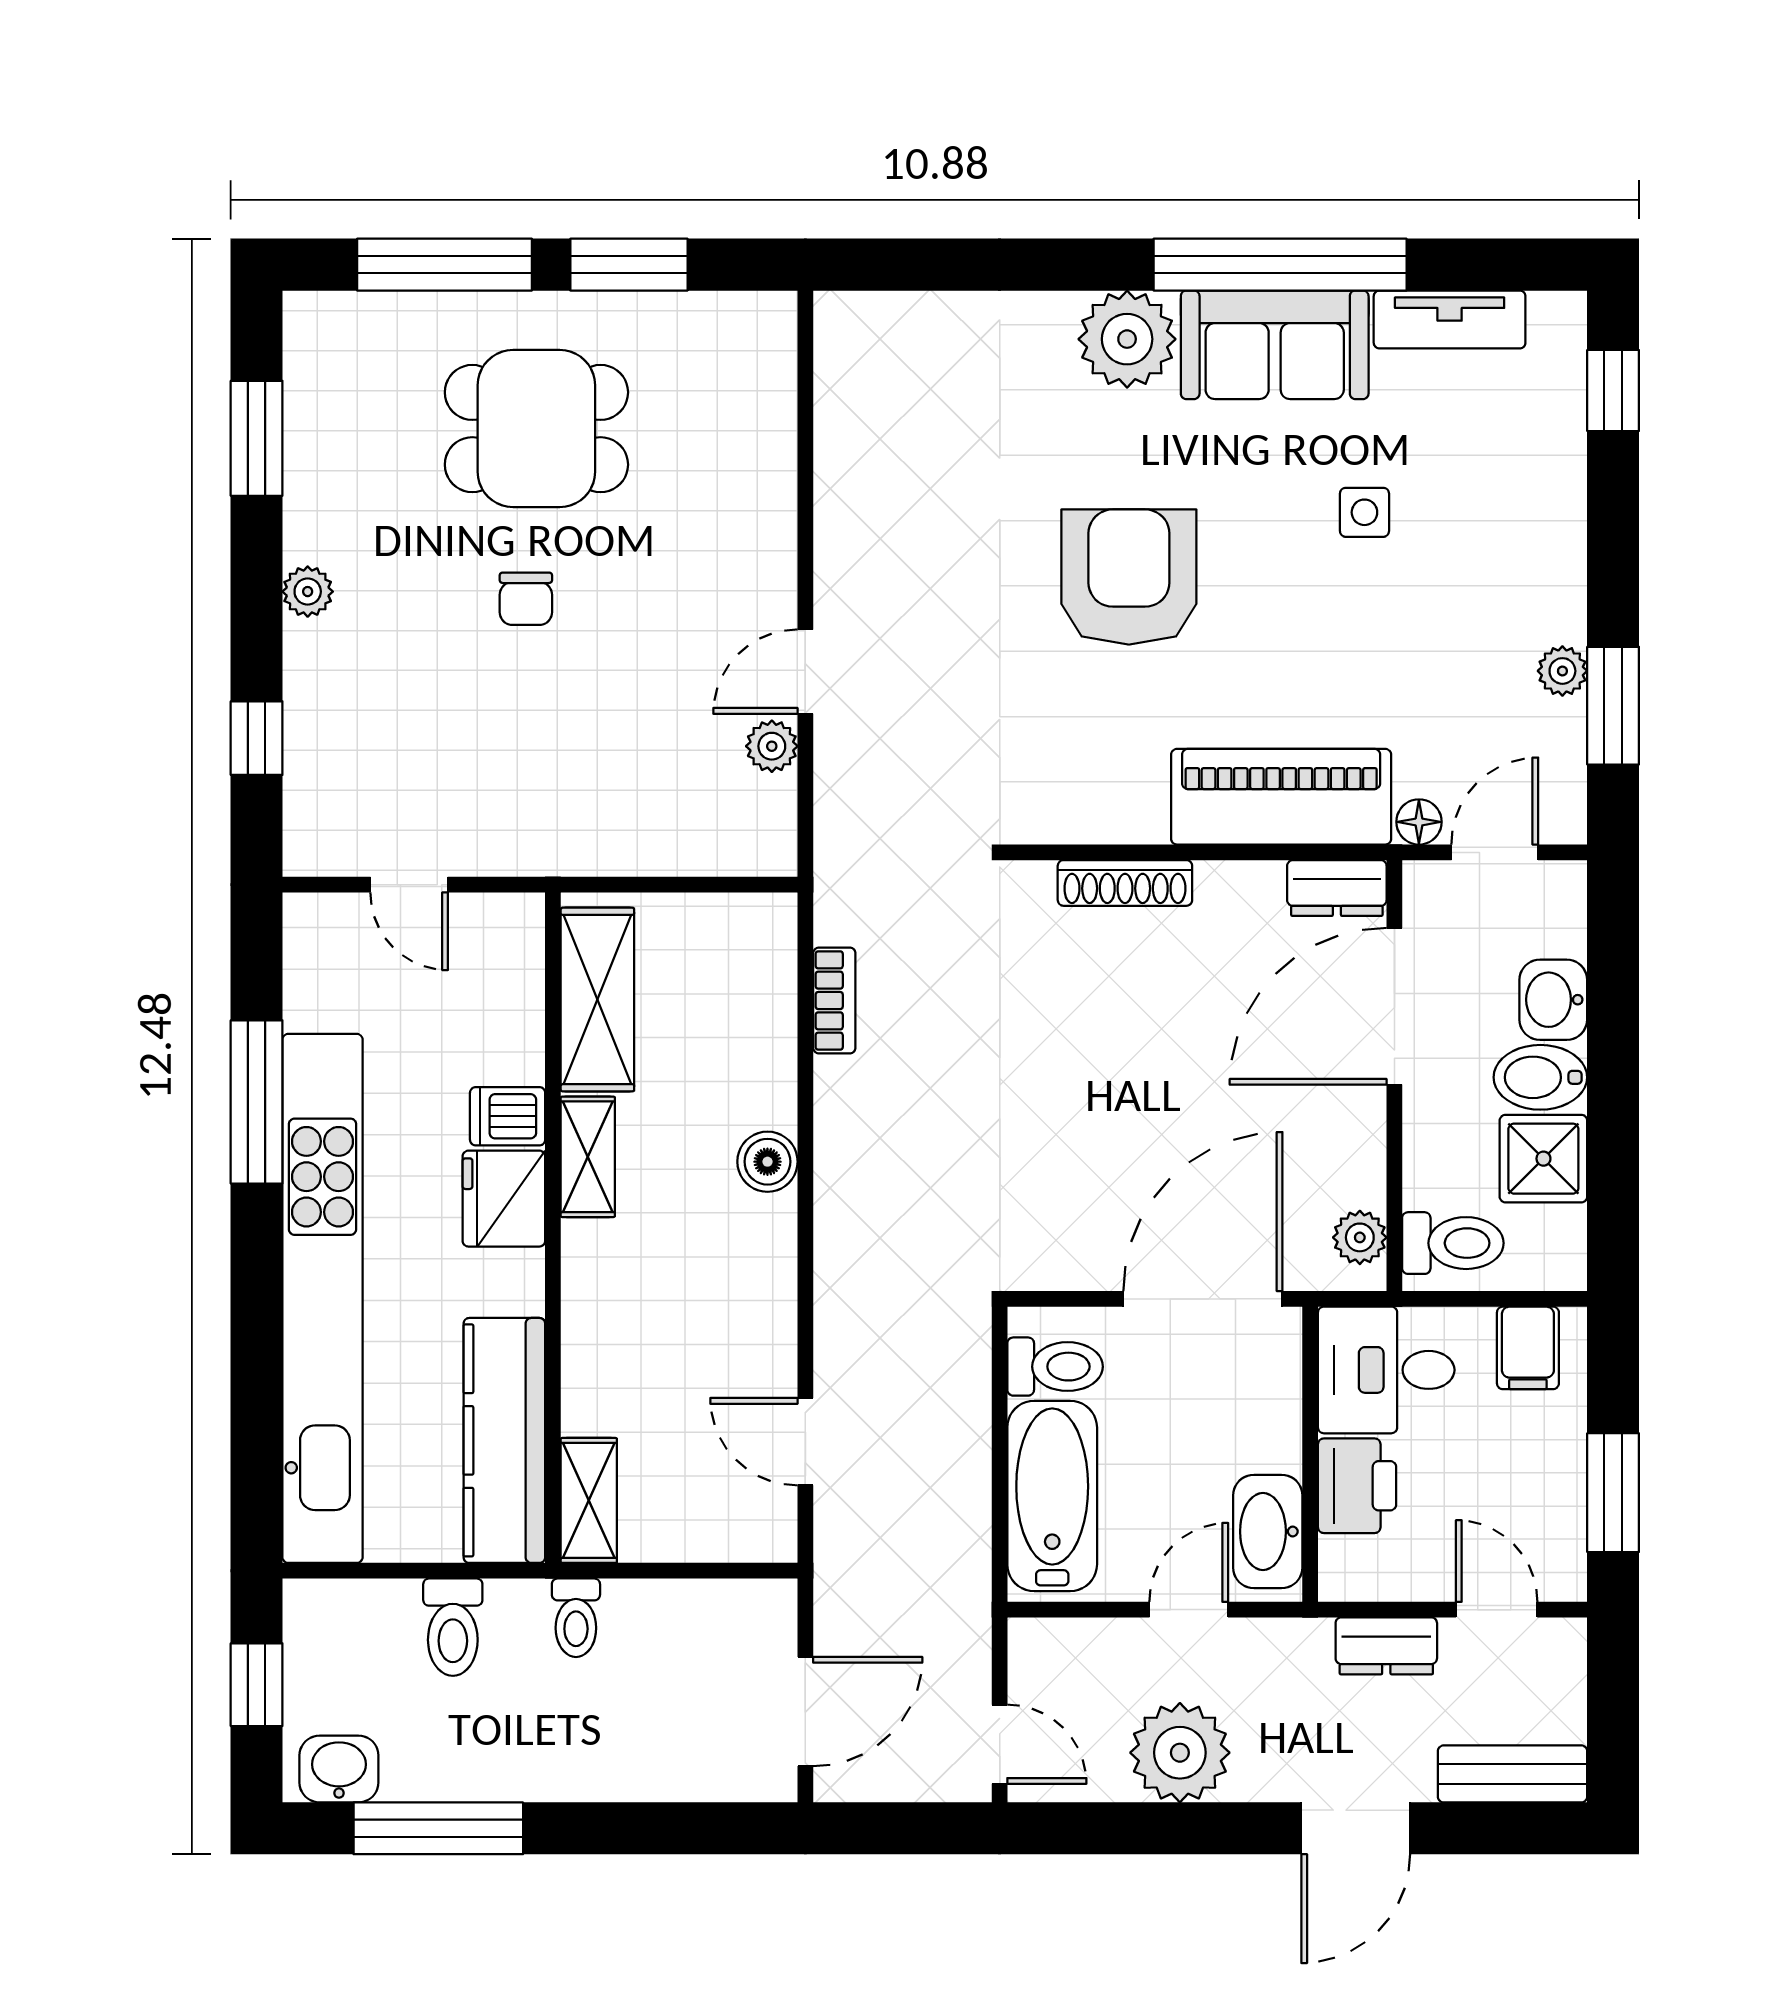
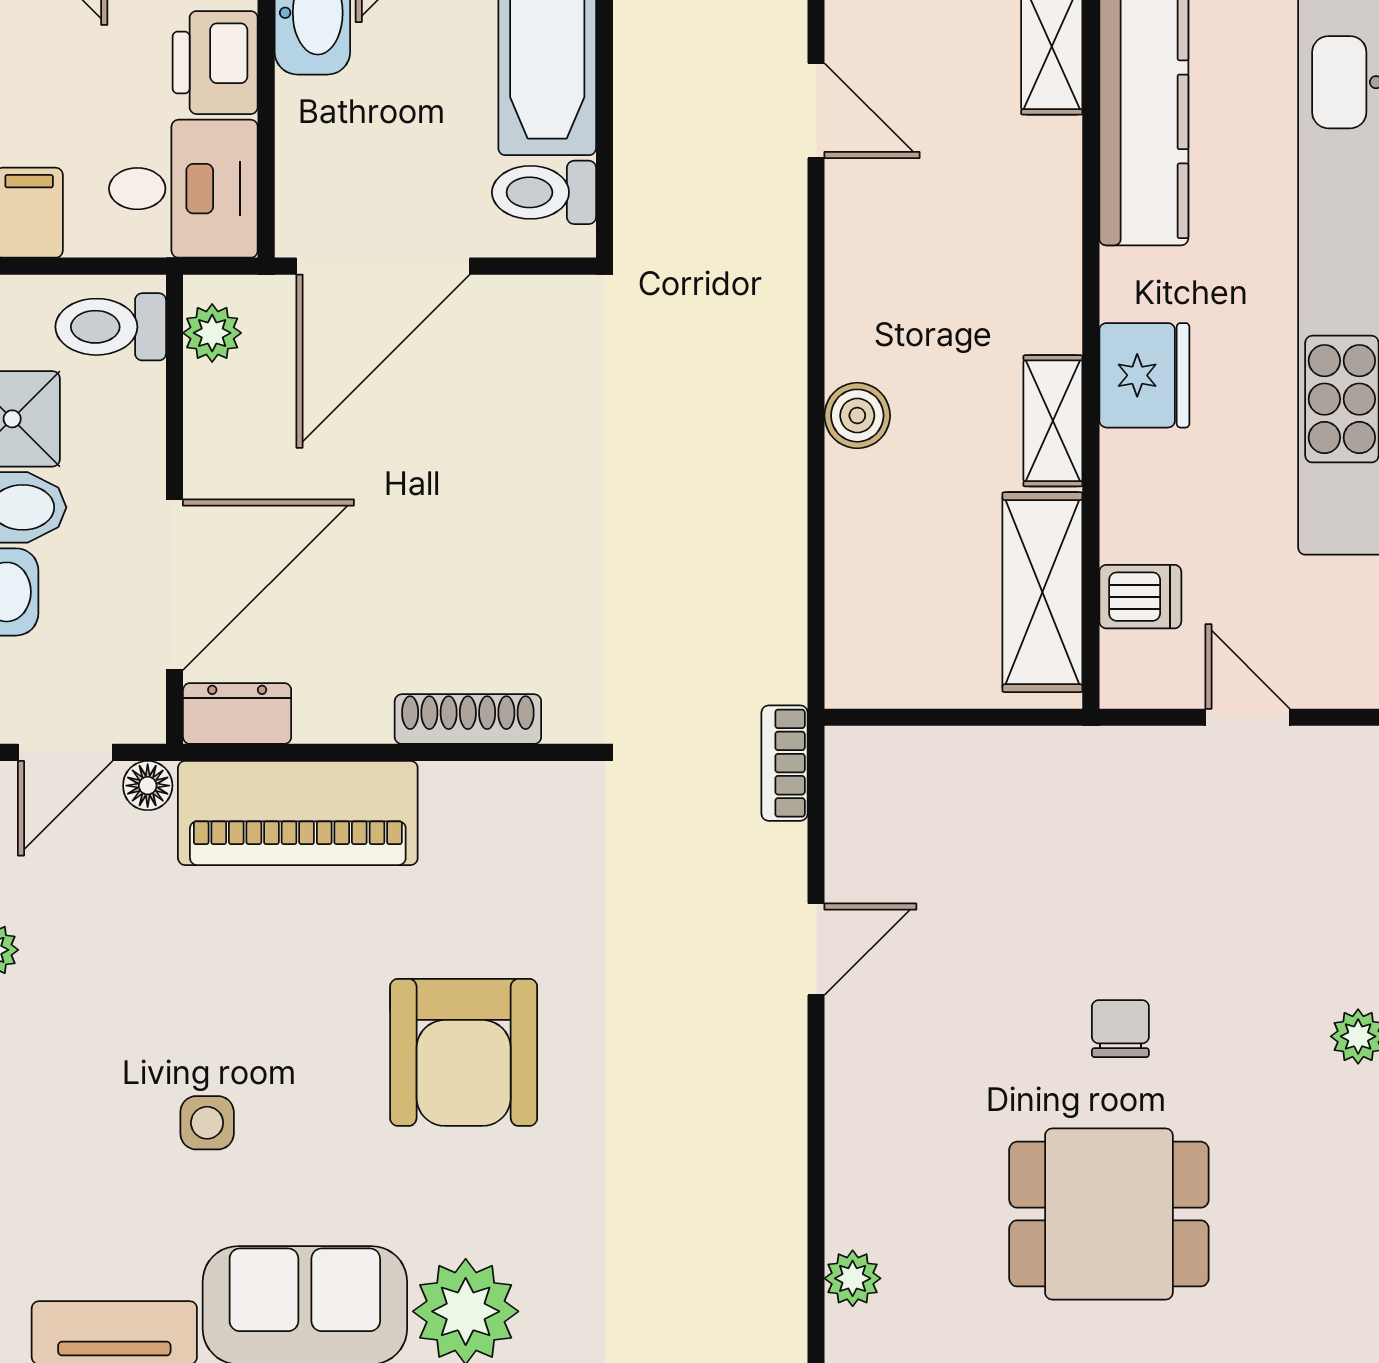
plant: (772, 746) -> (853, 1278), moved
bookcase: (834, 1001) -> (784, 763), moved
dishwasher: (508, 1116) -> (1140, 597), moved

